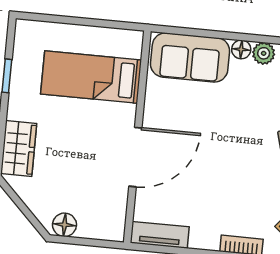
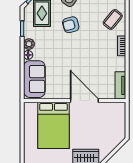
bed: (91, 77) -> (53, 125), width x1.50
floor lamp: (65, 225) -> (120, 131), removed

